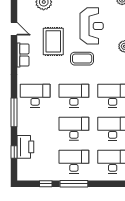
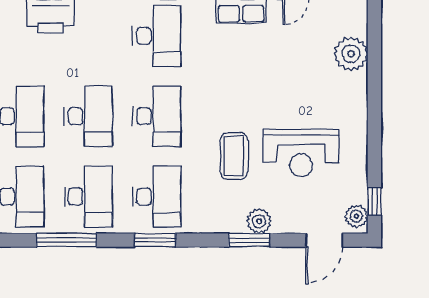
rug: (53, 41) -> (269, 74), removed
coffee table: (82, 59) -> (234, 156), moved

